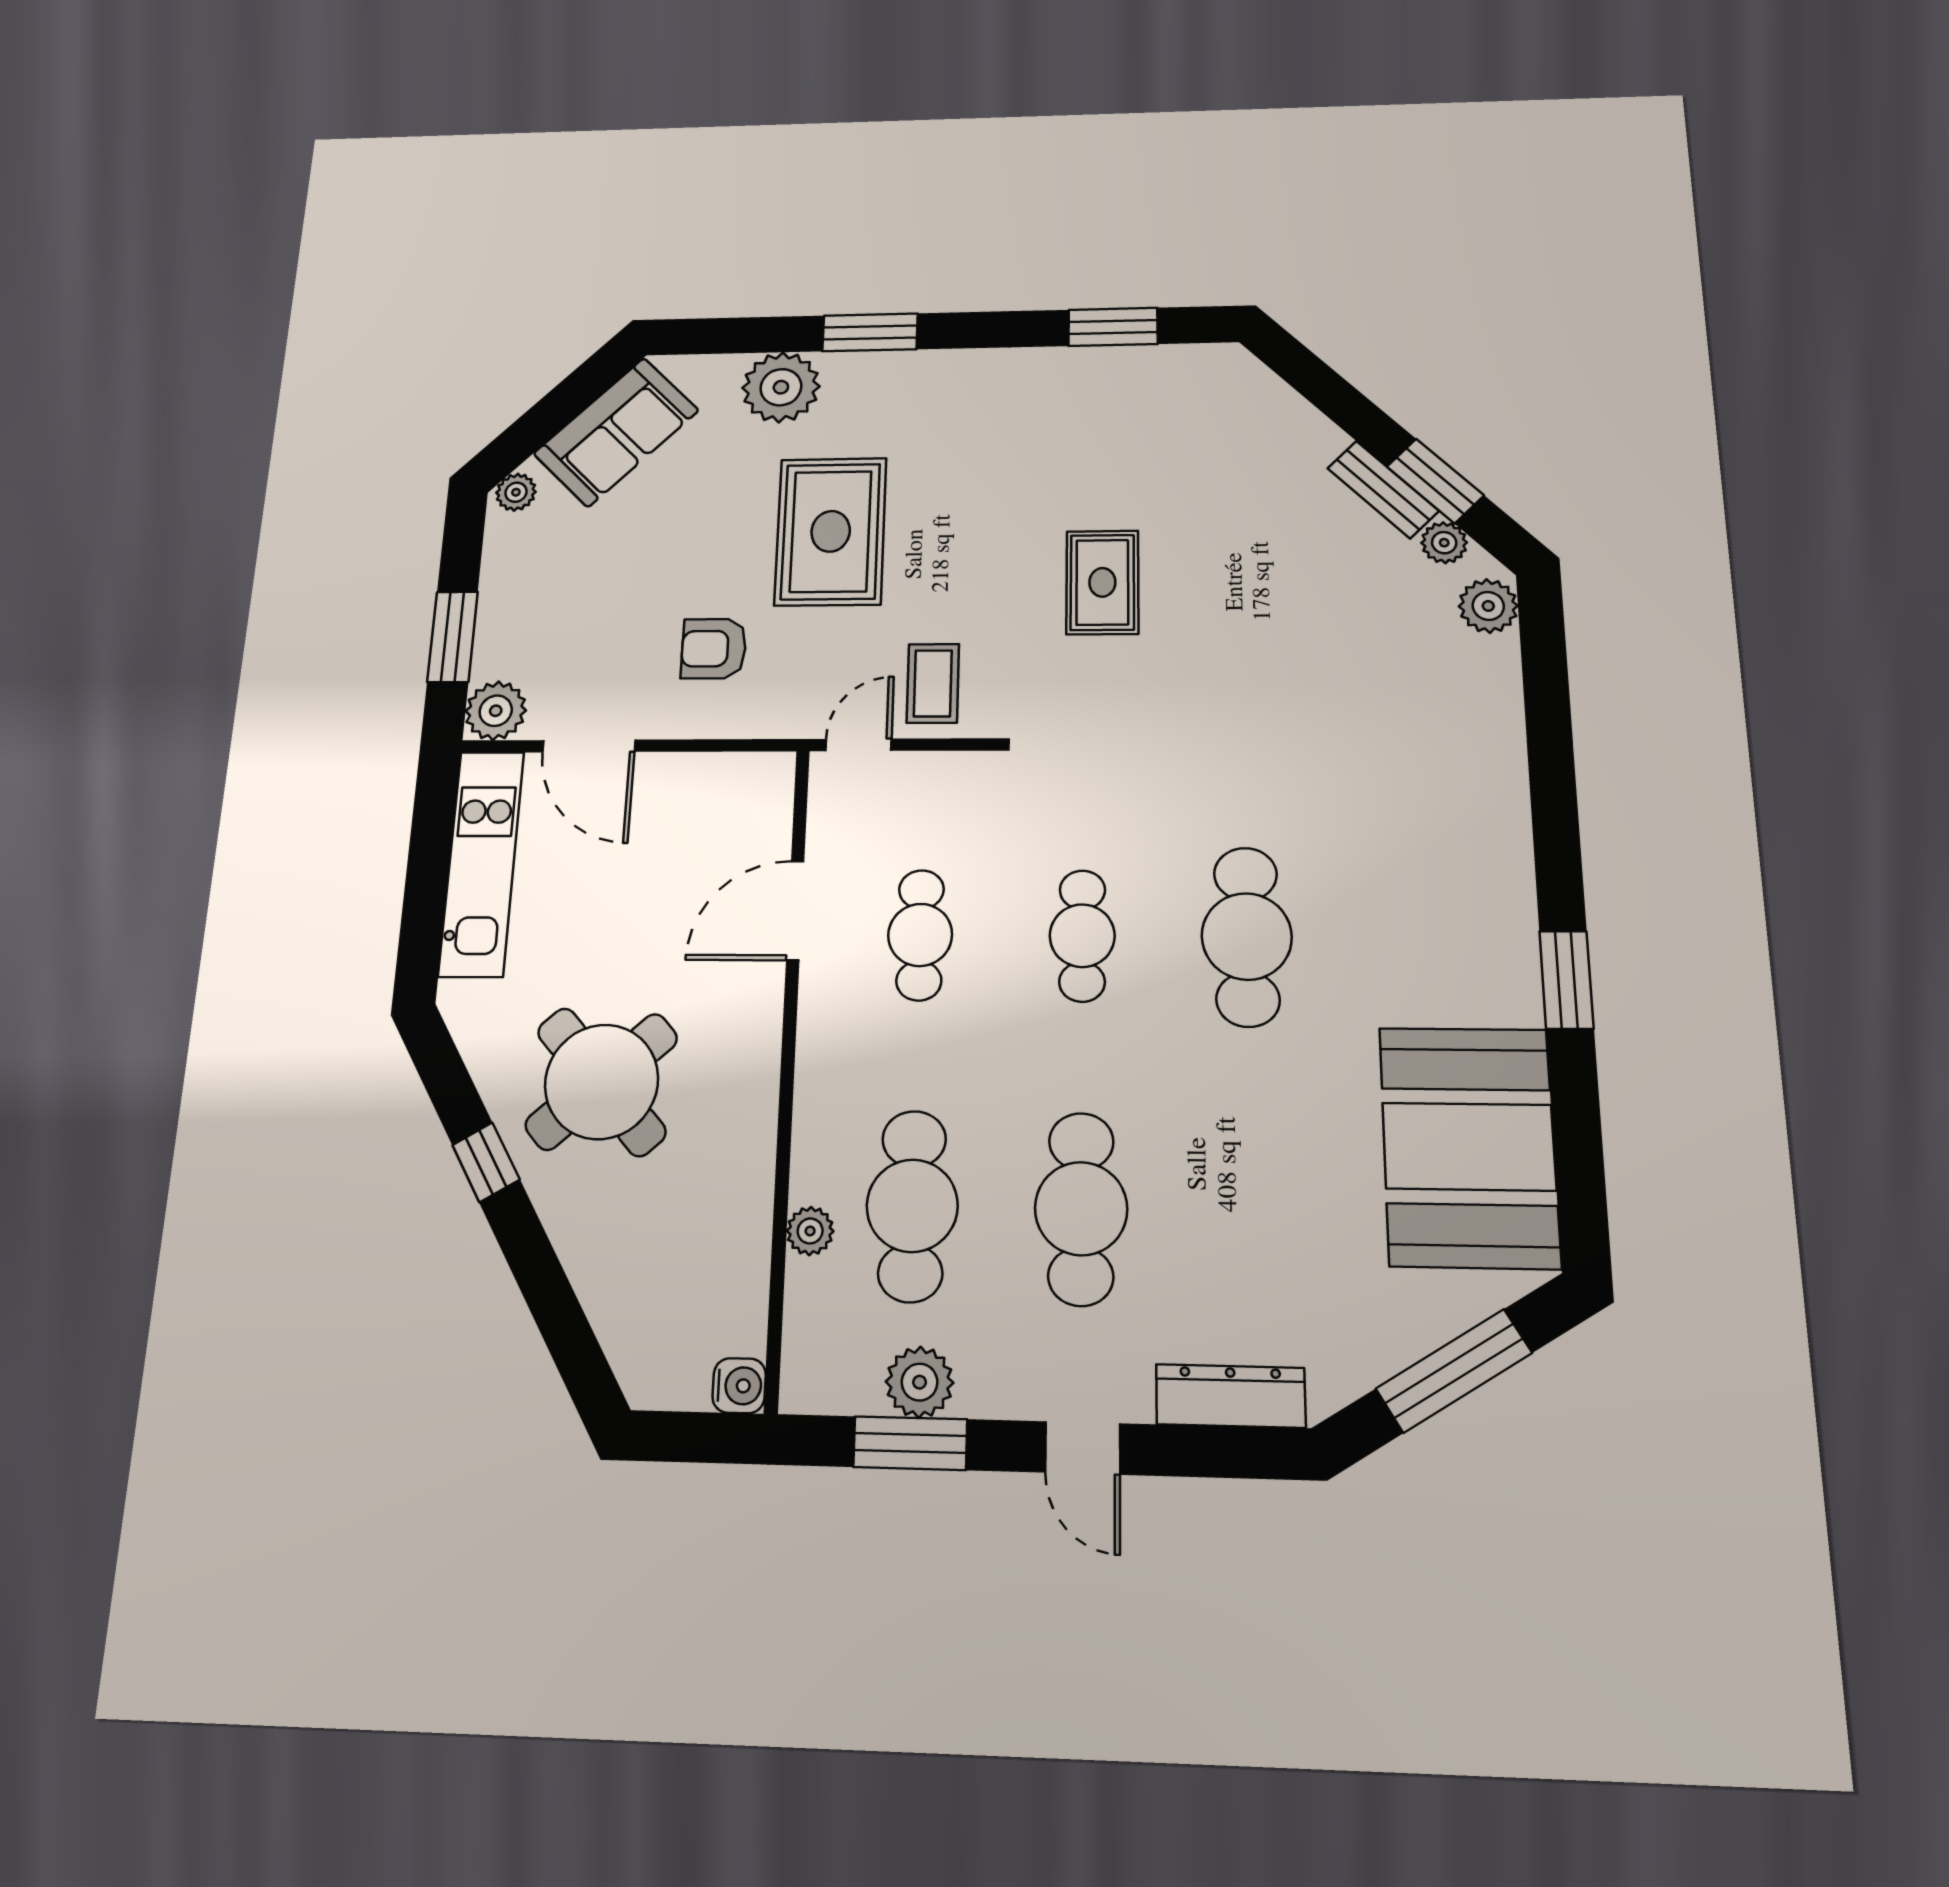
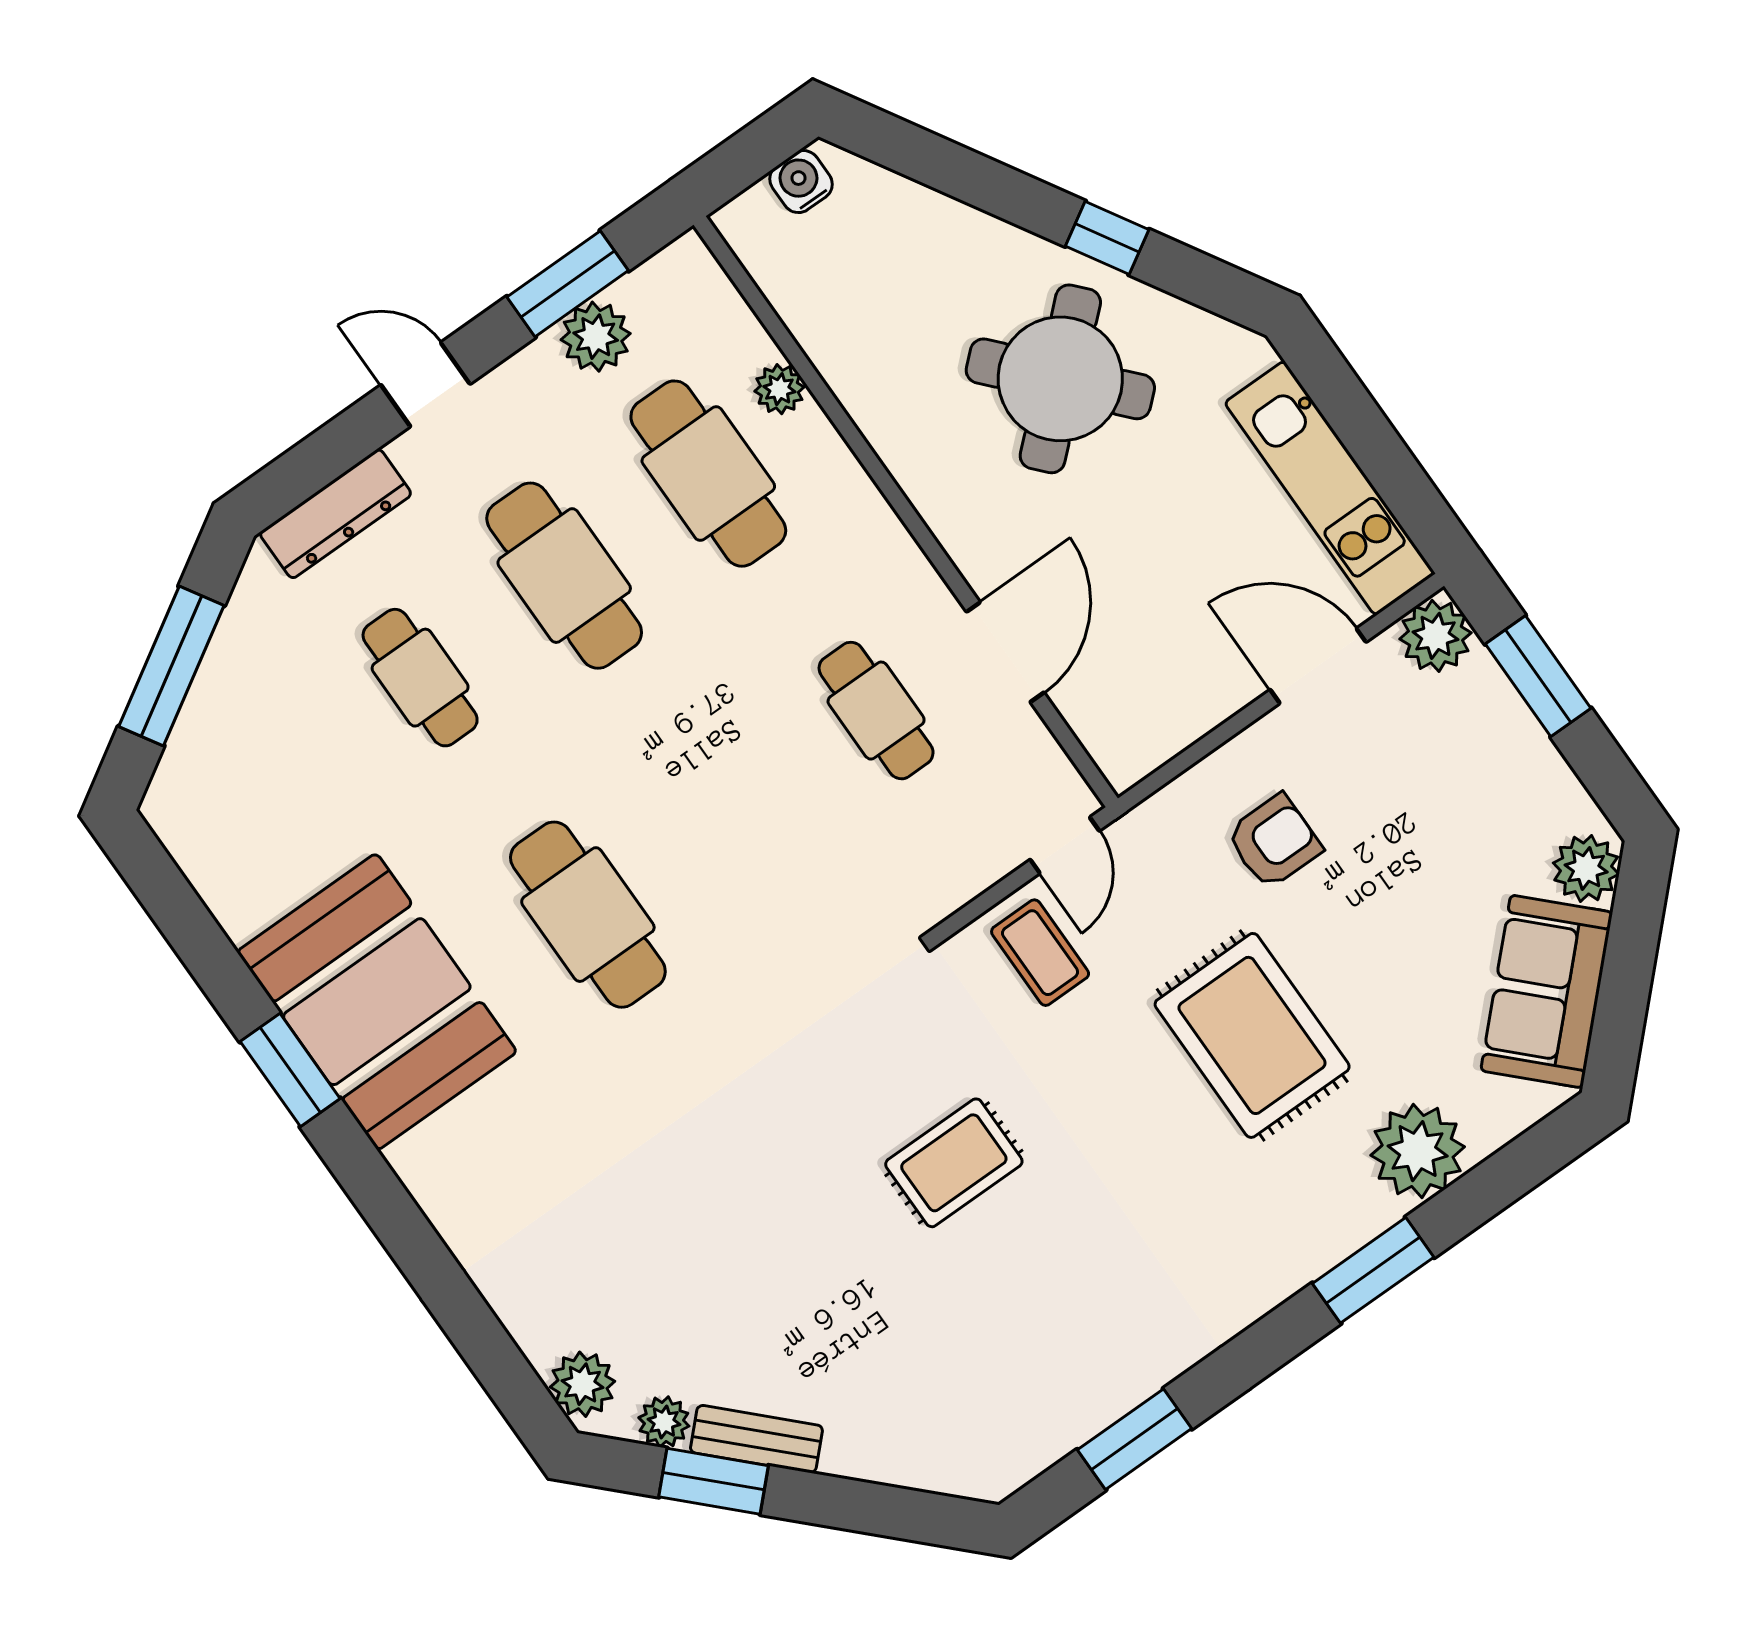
plant: (516, 492) -> (1586, 868), width x1.38, depth x1.38
rug: (1102, 582) -> (954, 1163), turned 90
cafe table: (1082, 936) -> (420, 678), moved
booth: (1469, 1147) -> (377, 1002), moved
water cooler: (739, 1386) -> (801, 182), moved, turned 90

